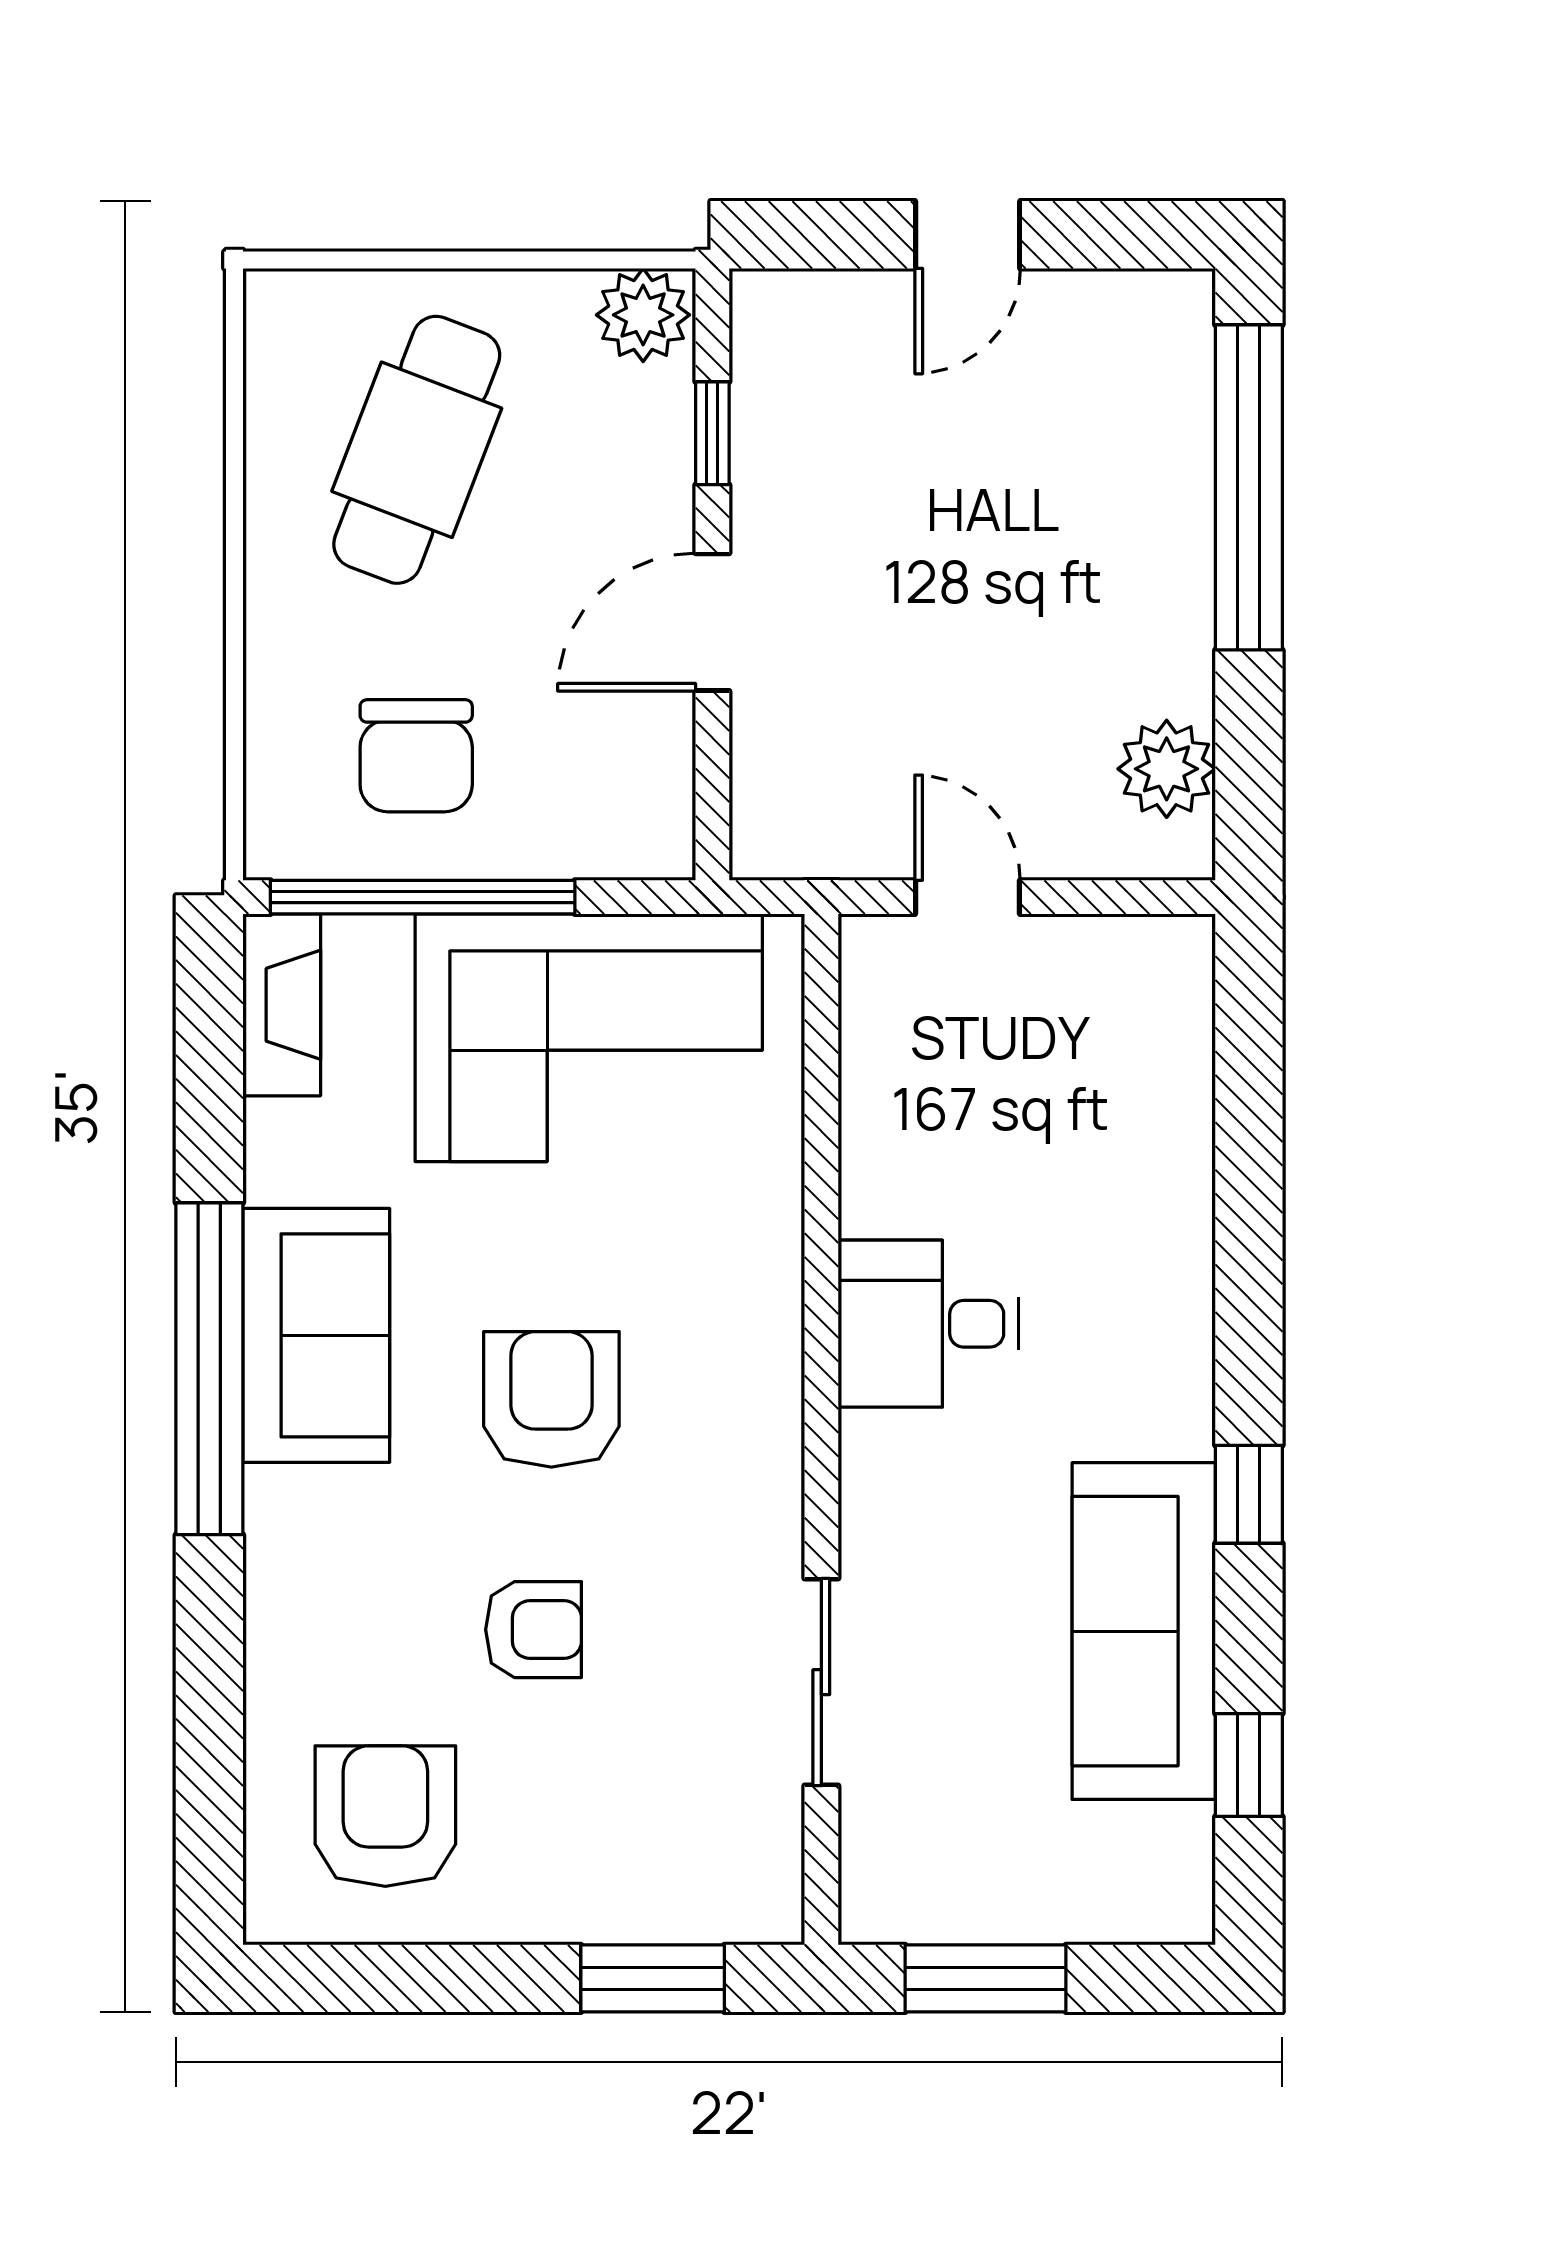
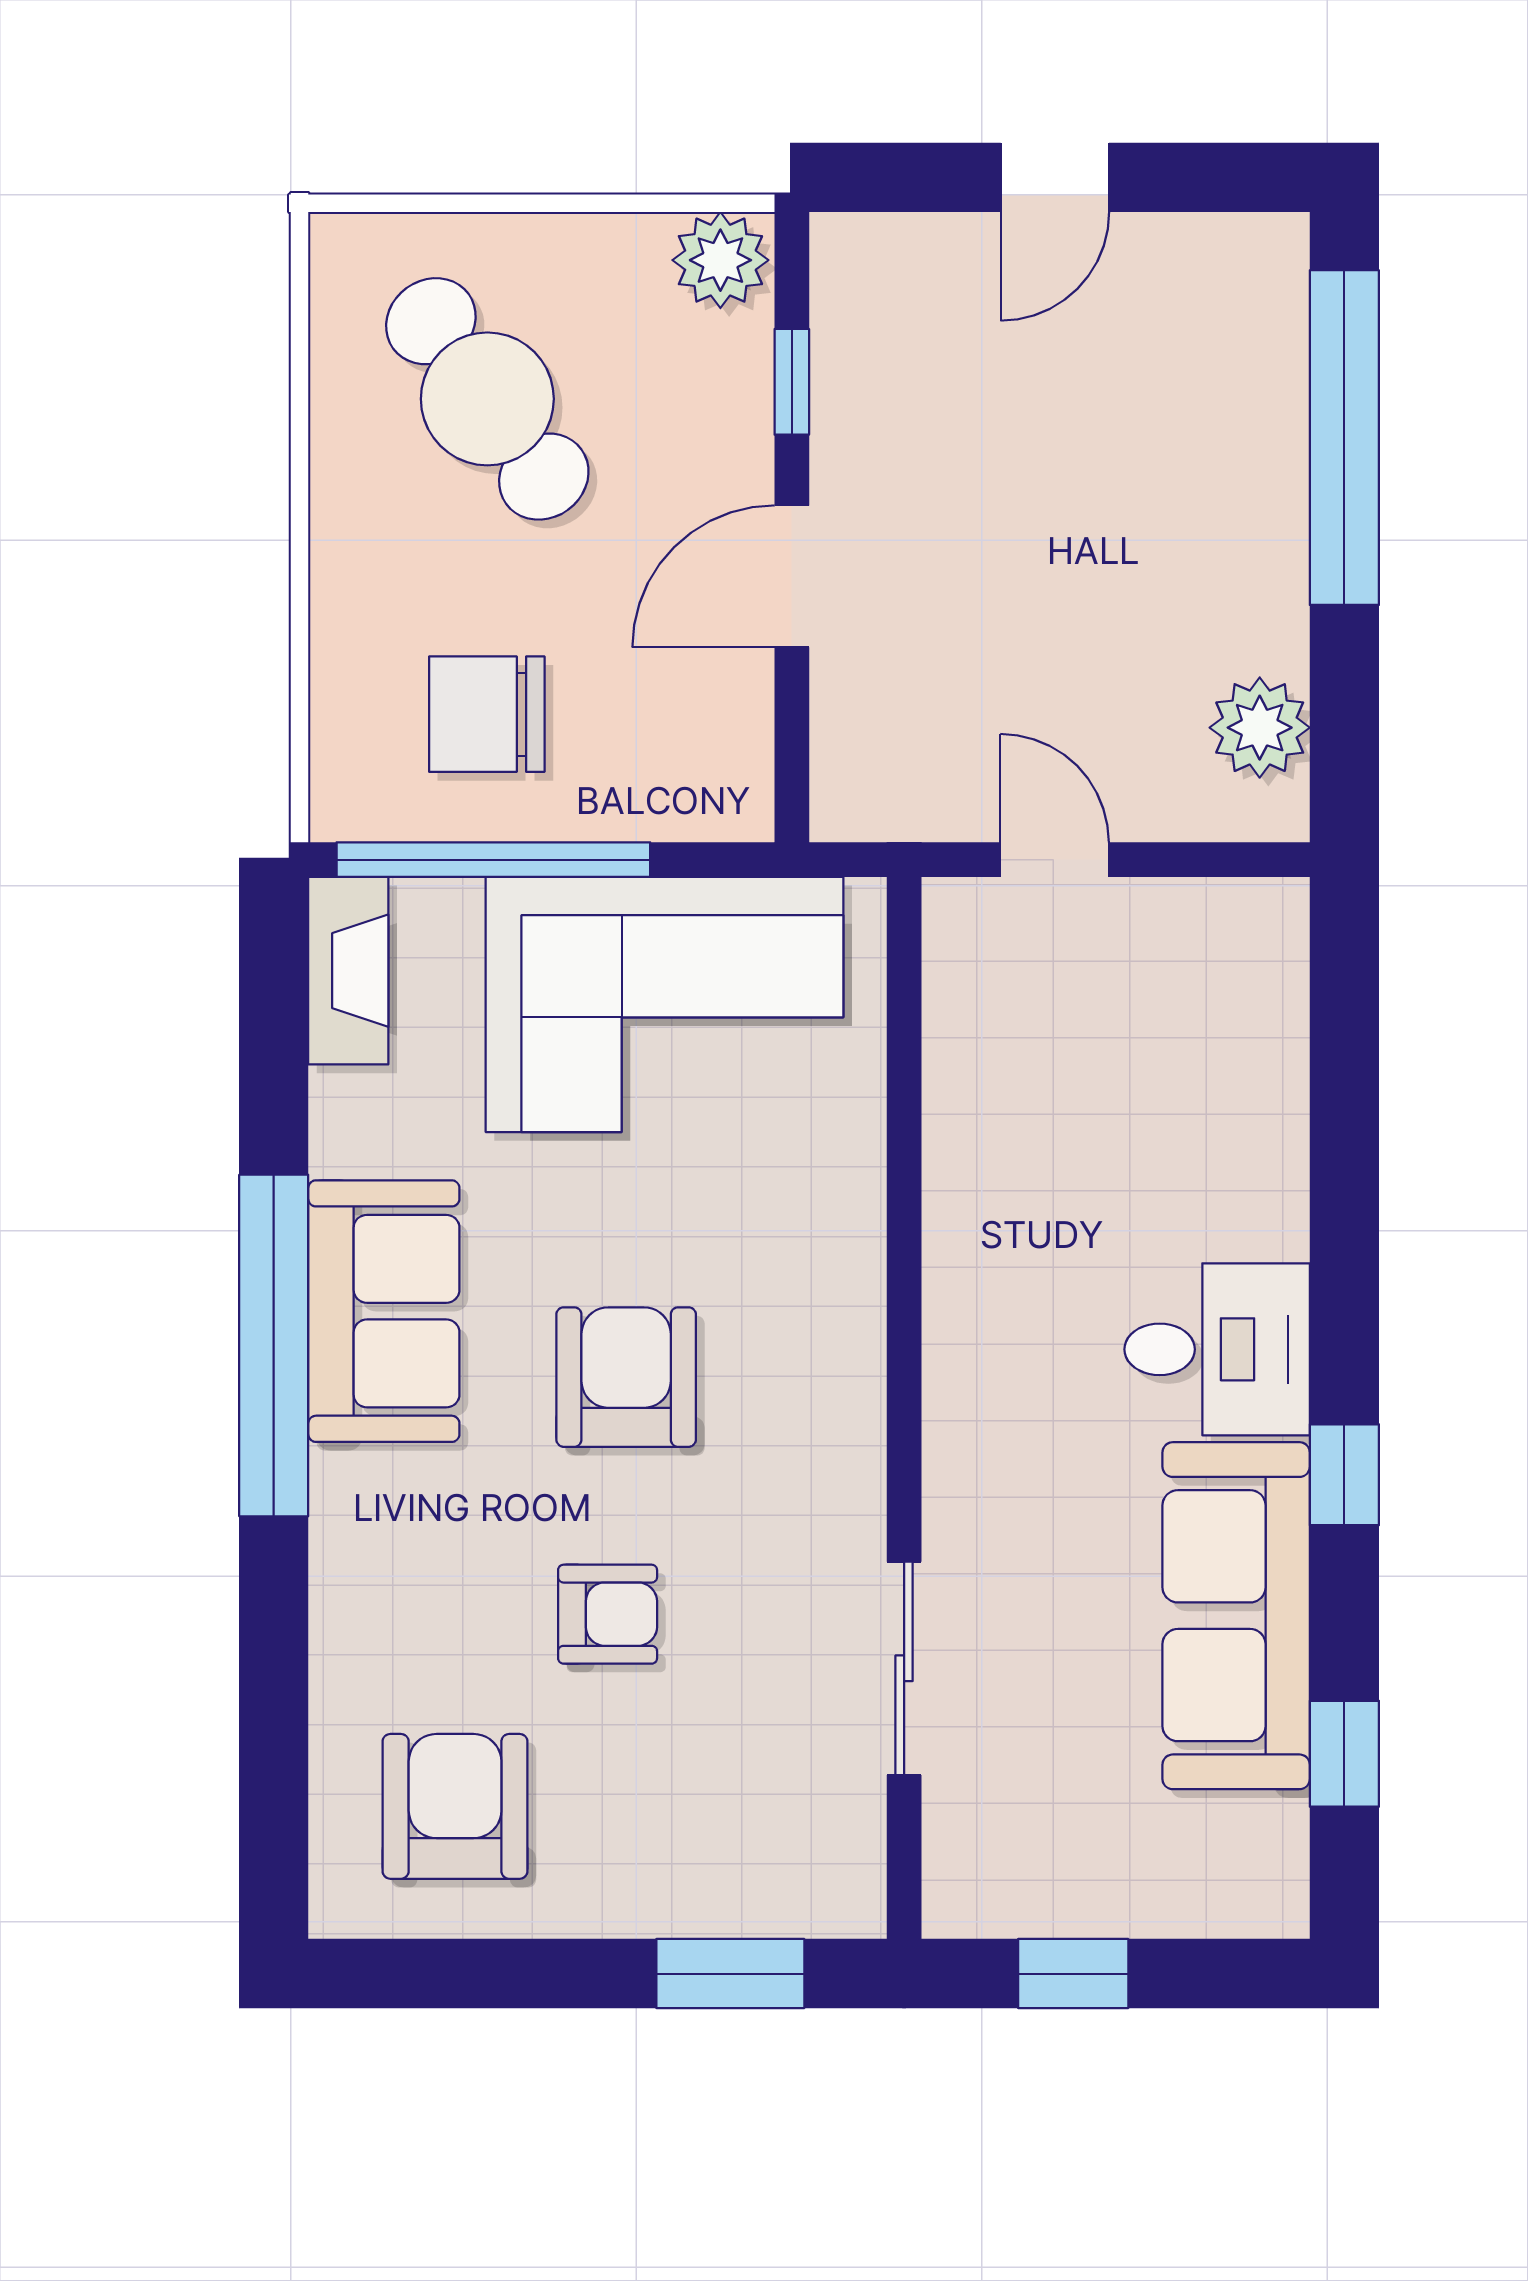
cafe table: (417, 450) -> (487, 399), turned -57
chair: (416, 756) -> (487, 714), turned 90
desk: (928, 1324) -> (1217, 1349), moved, turned 180
window: (986, 1978) -> (1073, 1974), width x0.67

